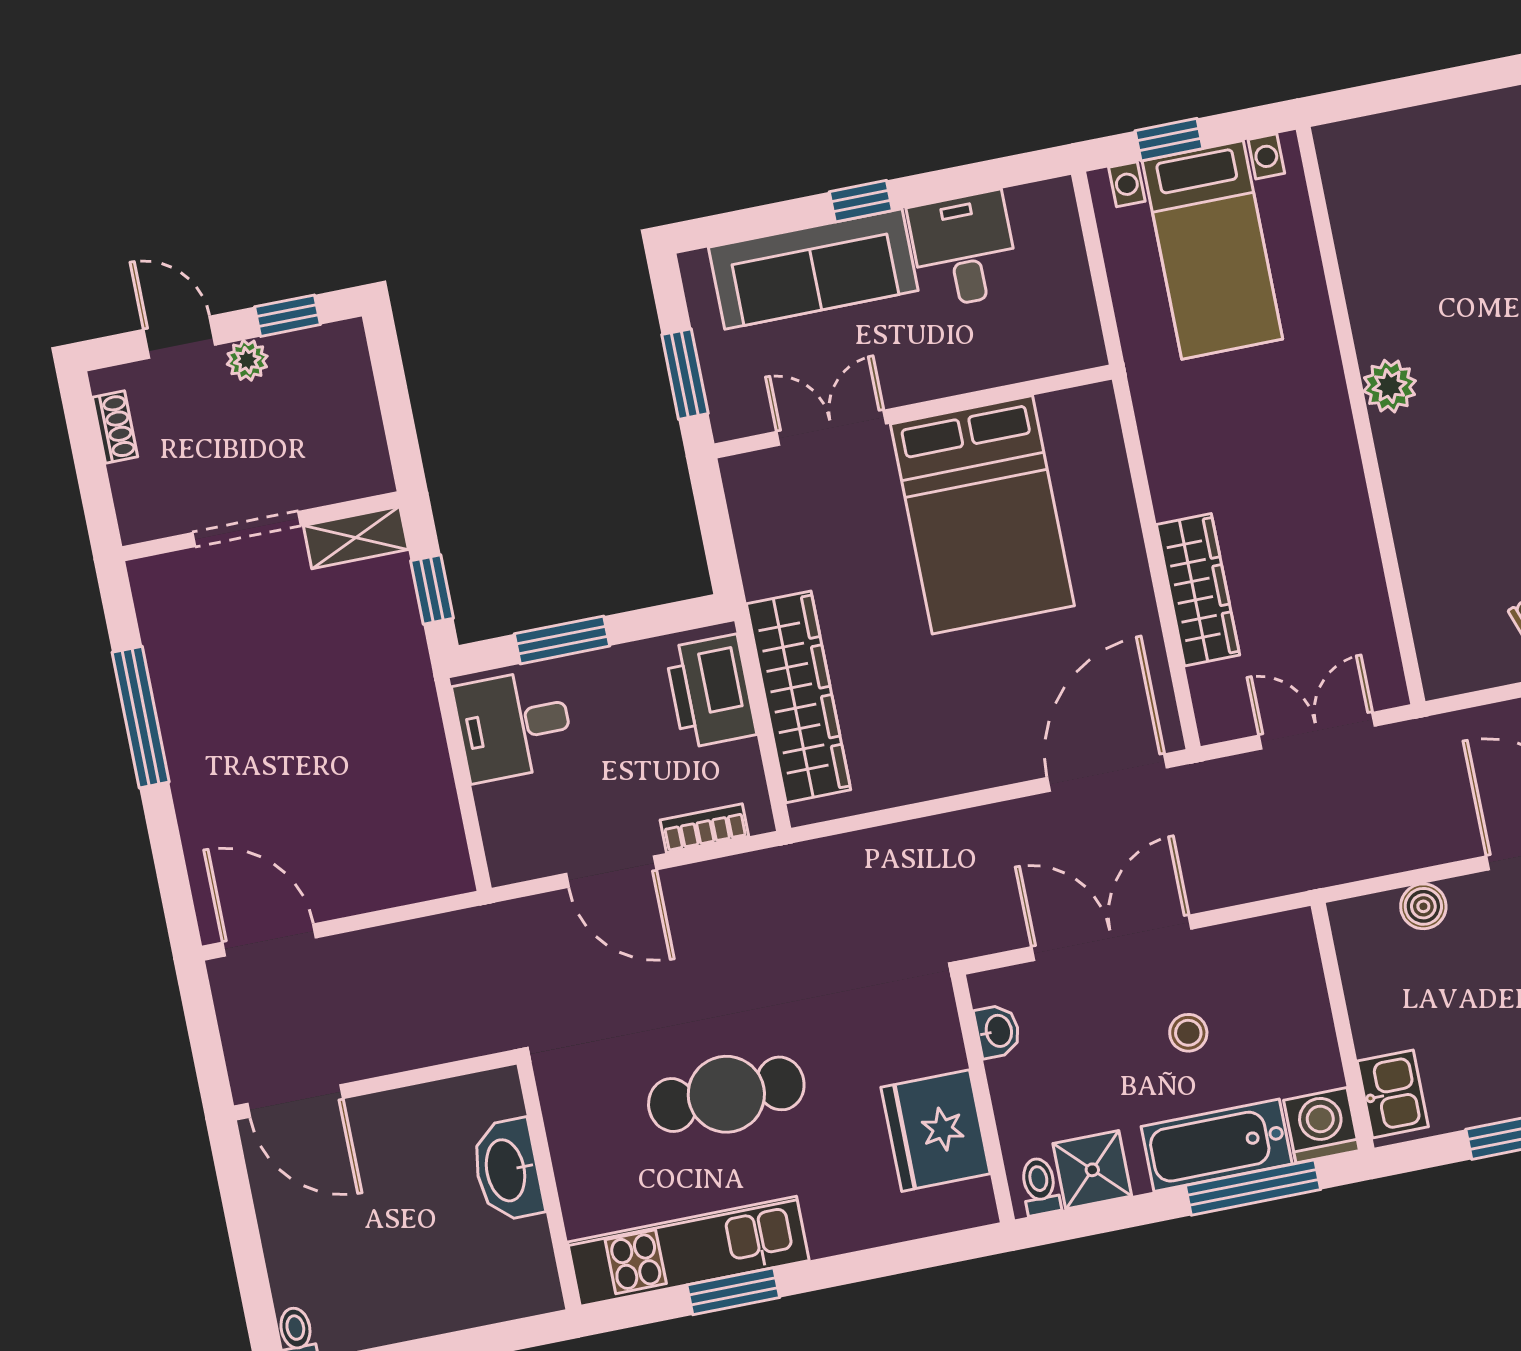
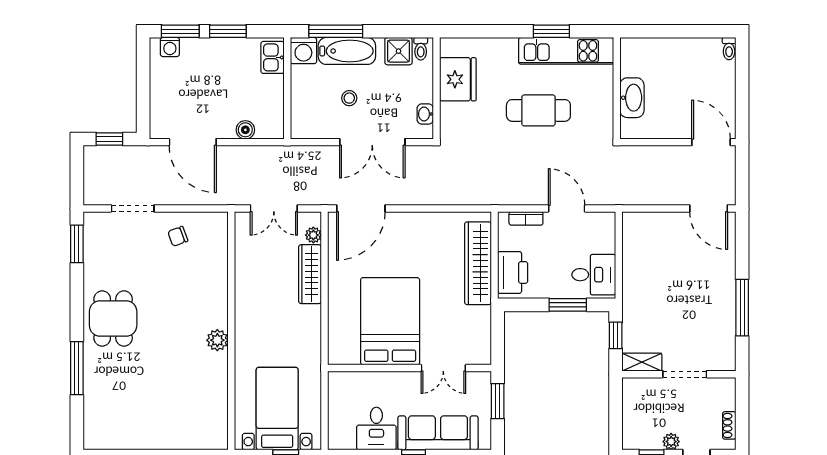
plant: (1209, 686) -> (313, 235), added

